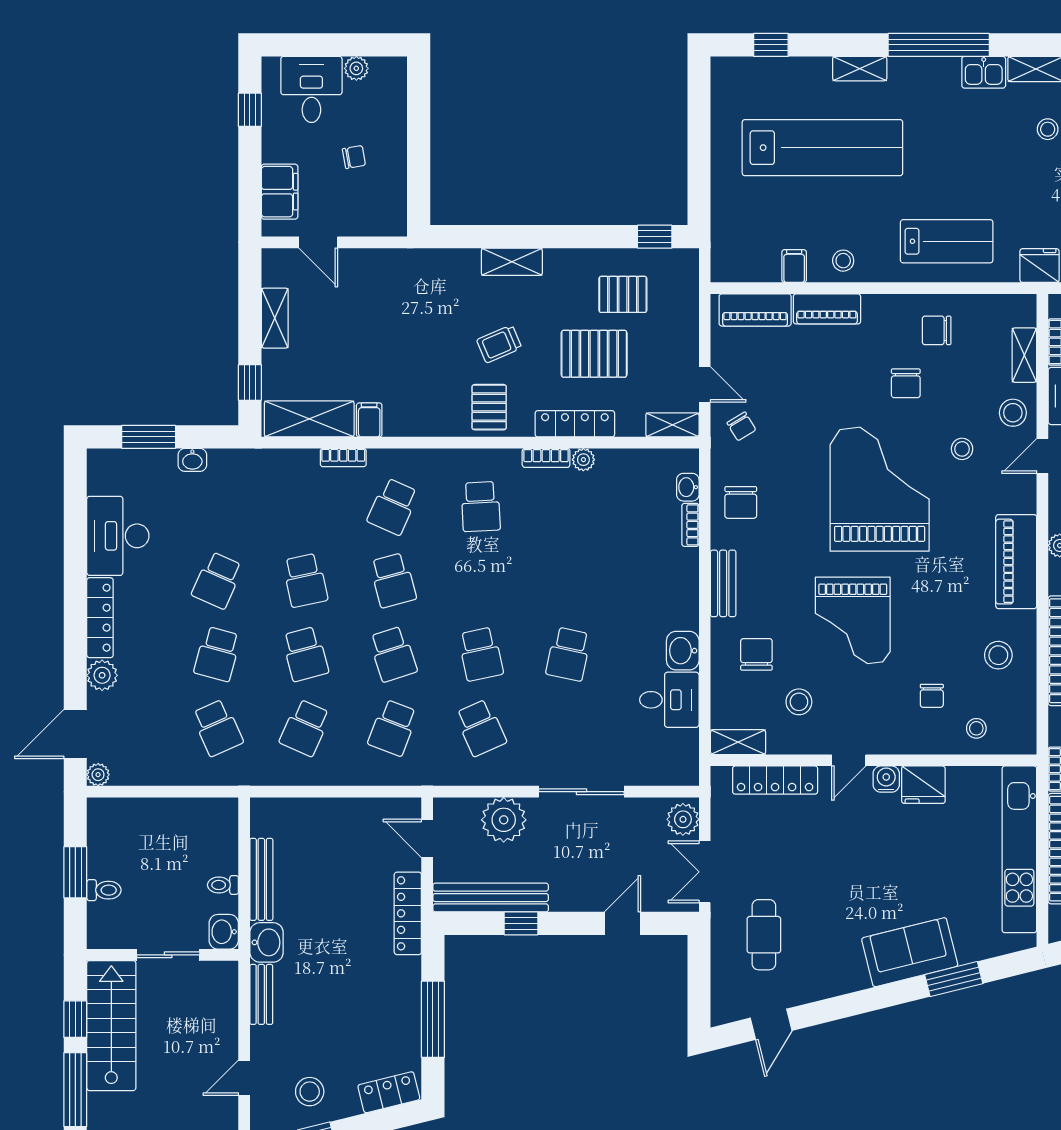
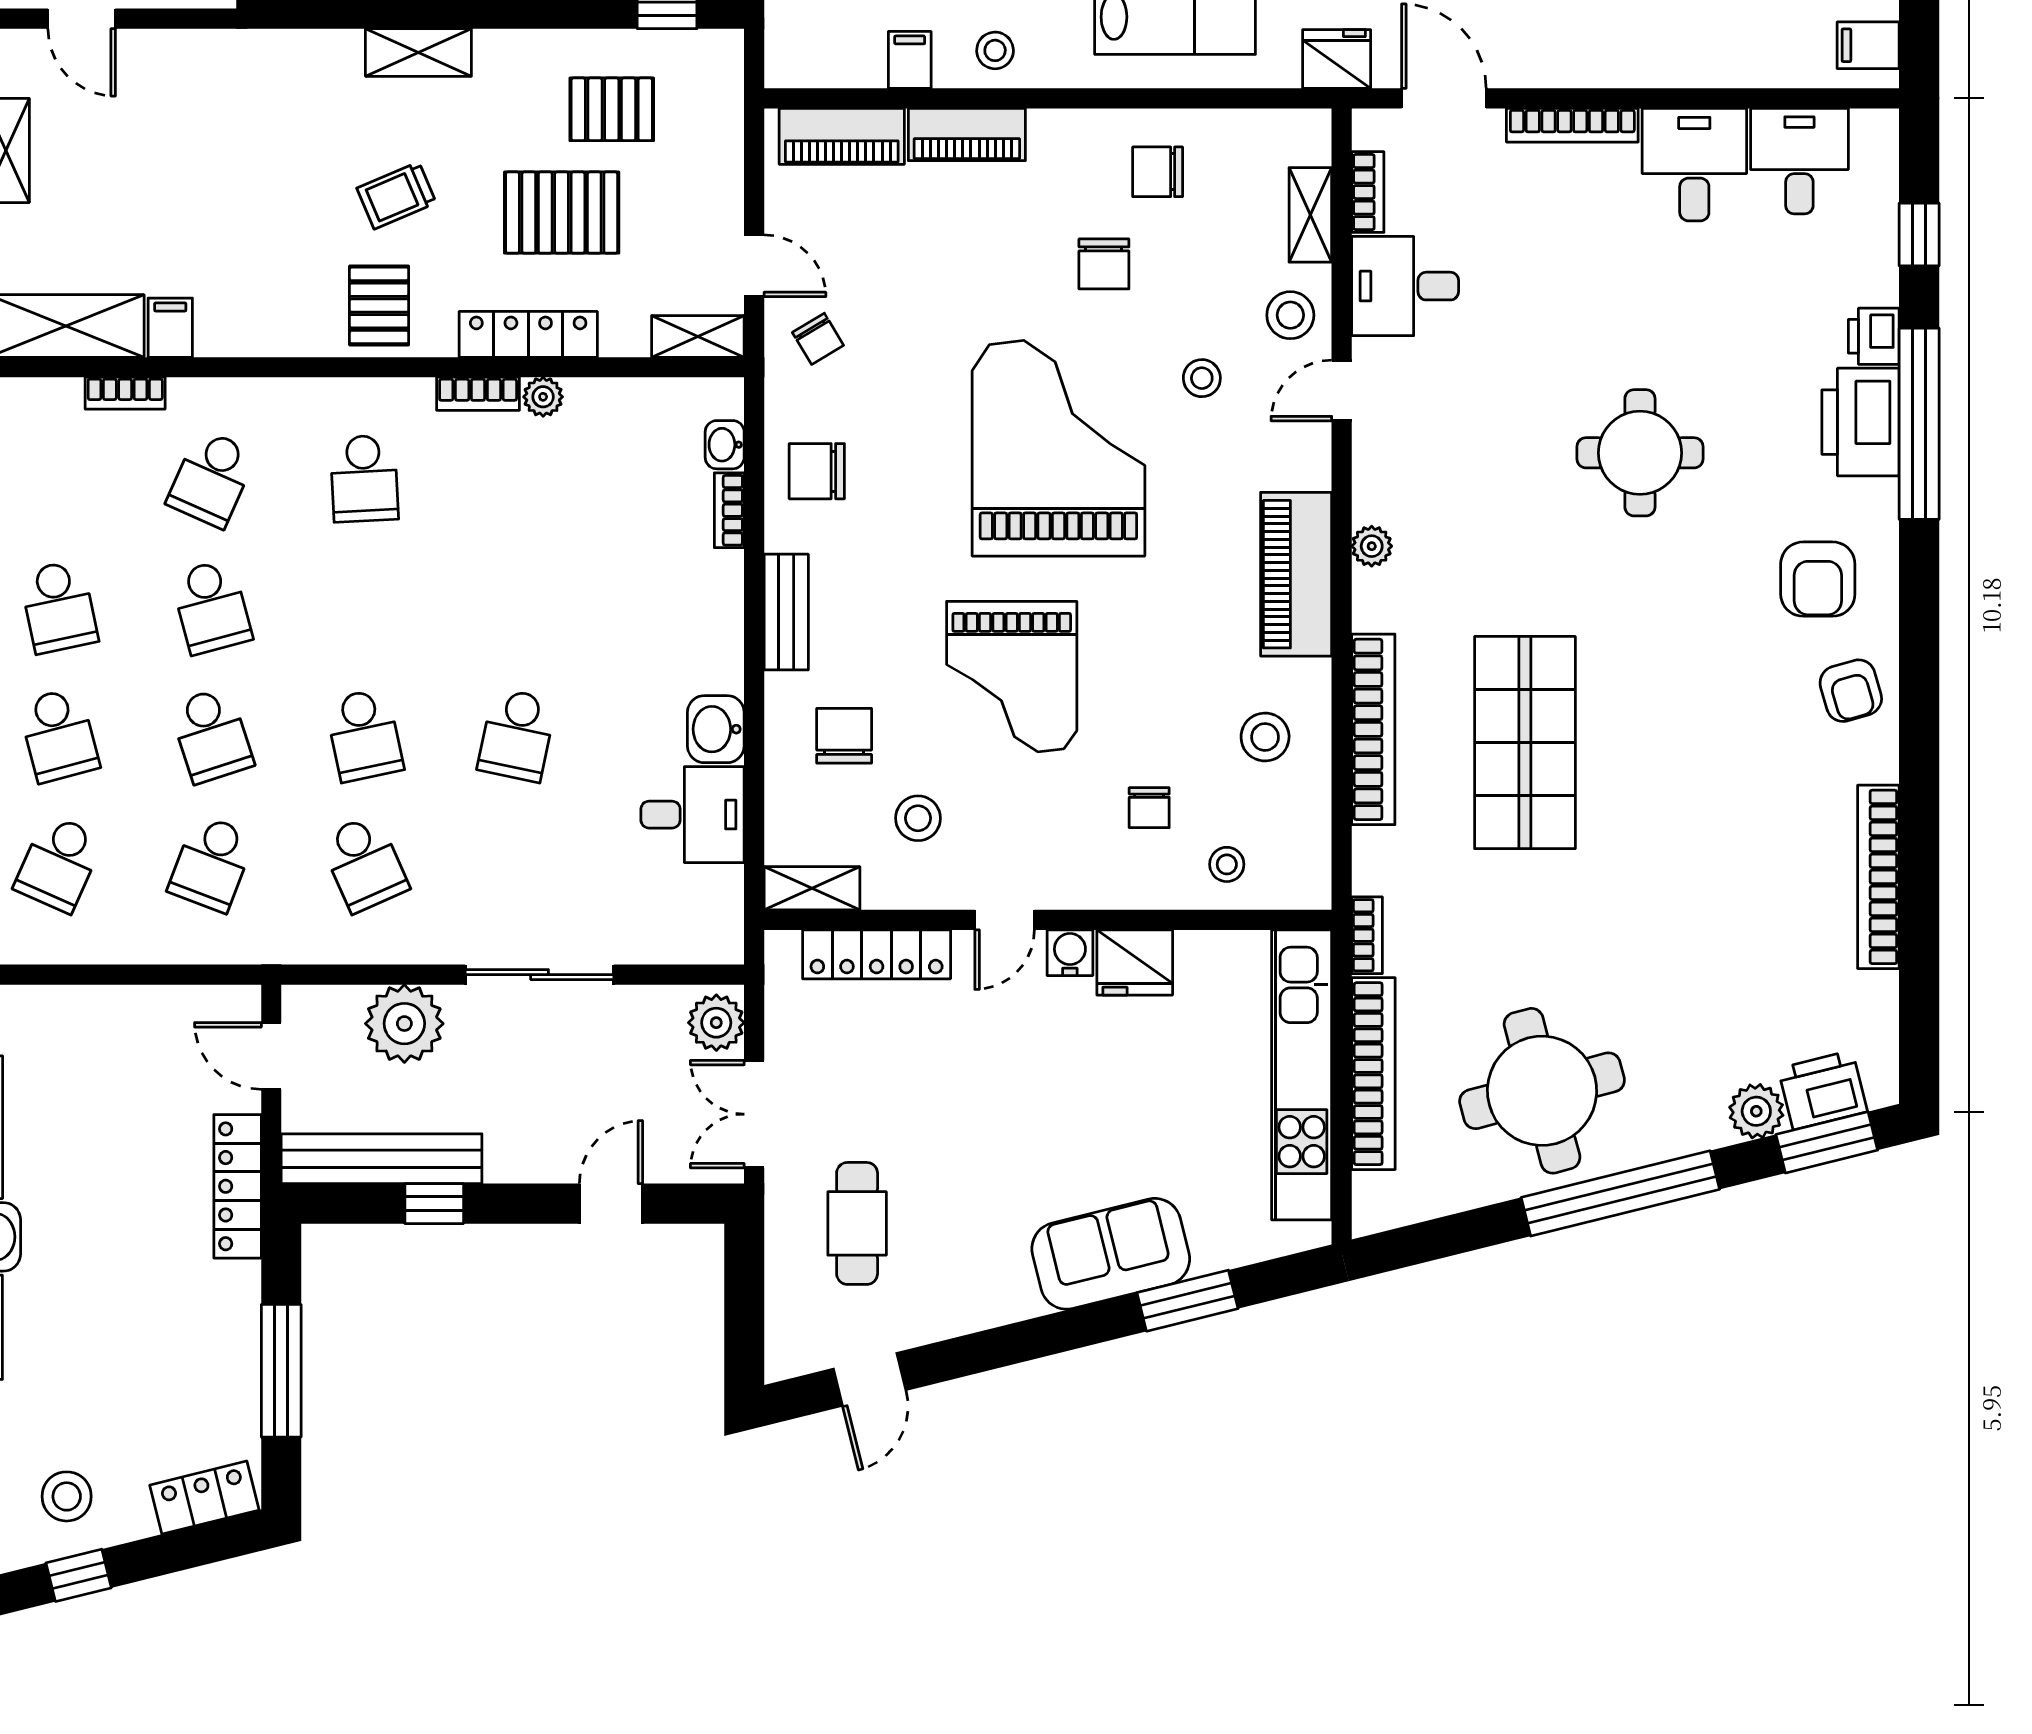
chair: (741, 502) -> (817, 471), turned 90

